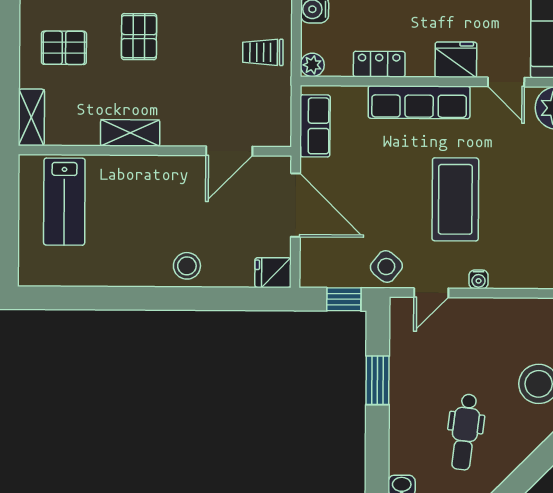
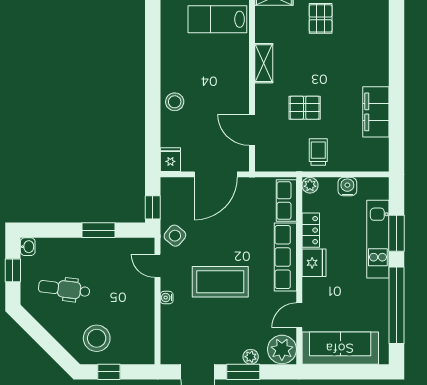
pallet: (139, 37) -> (305, 108), moved
fridge: (456, 60) -> (314, 263), moved
row of seats: (315, 126) -> (286, 201), moved, turned 90

